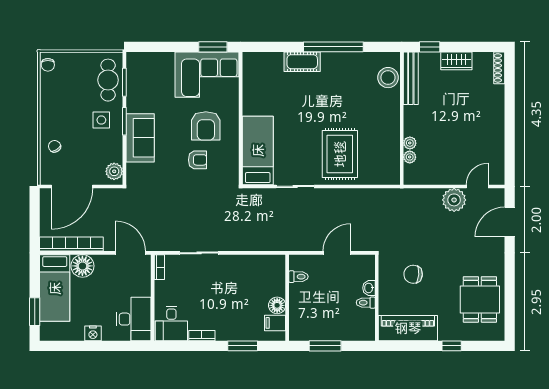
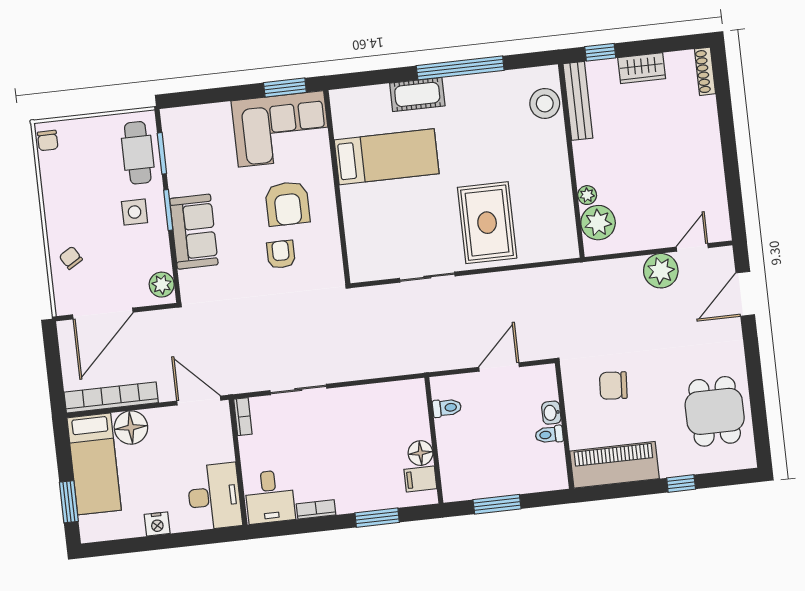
bed: (258, 150) -> (387, 157), moved, turned 90
plant: (410, 157) -> (598, 223), width x1.88, depth x1.88
armchair: (197, 160) -> (281, 254), turned -90

